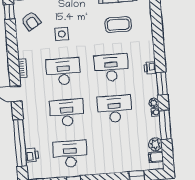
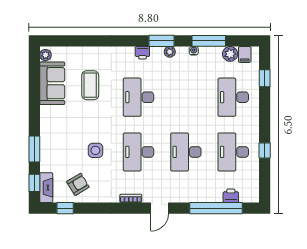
plant: (154, 103) -> (170, 52), moved
desk: (115, 109) -> (233, 97), moved

